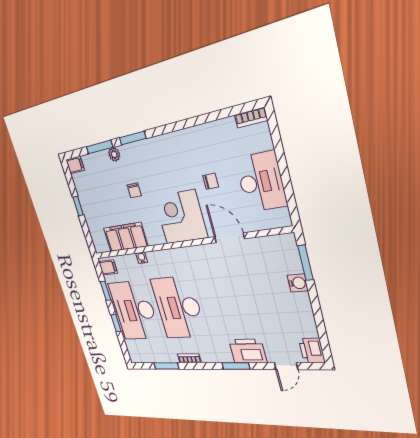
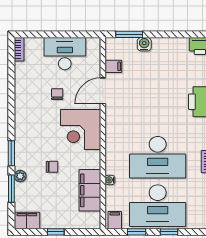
filing cabinet: (75, 165) -> (27, 220), width x2.00
filing cabinet: (261, 247) -> (113, 66), added

